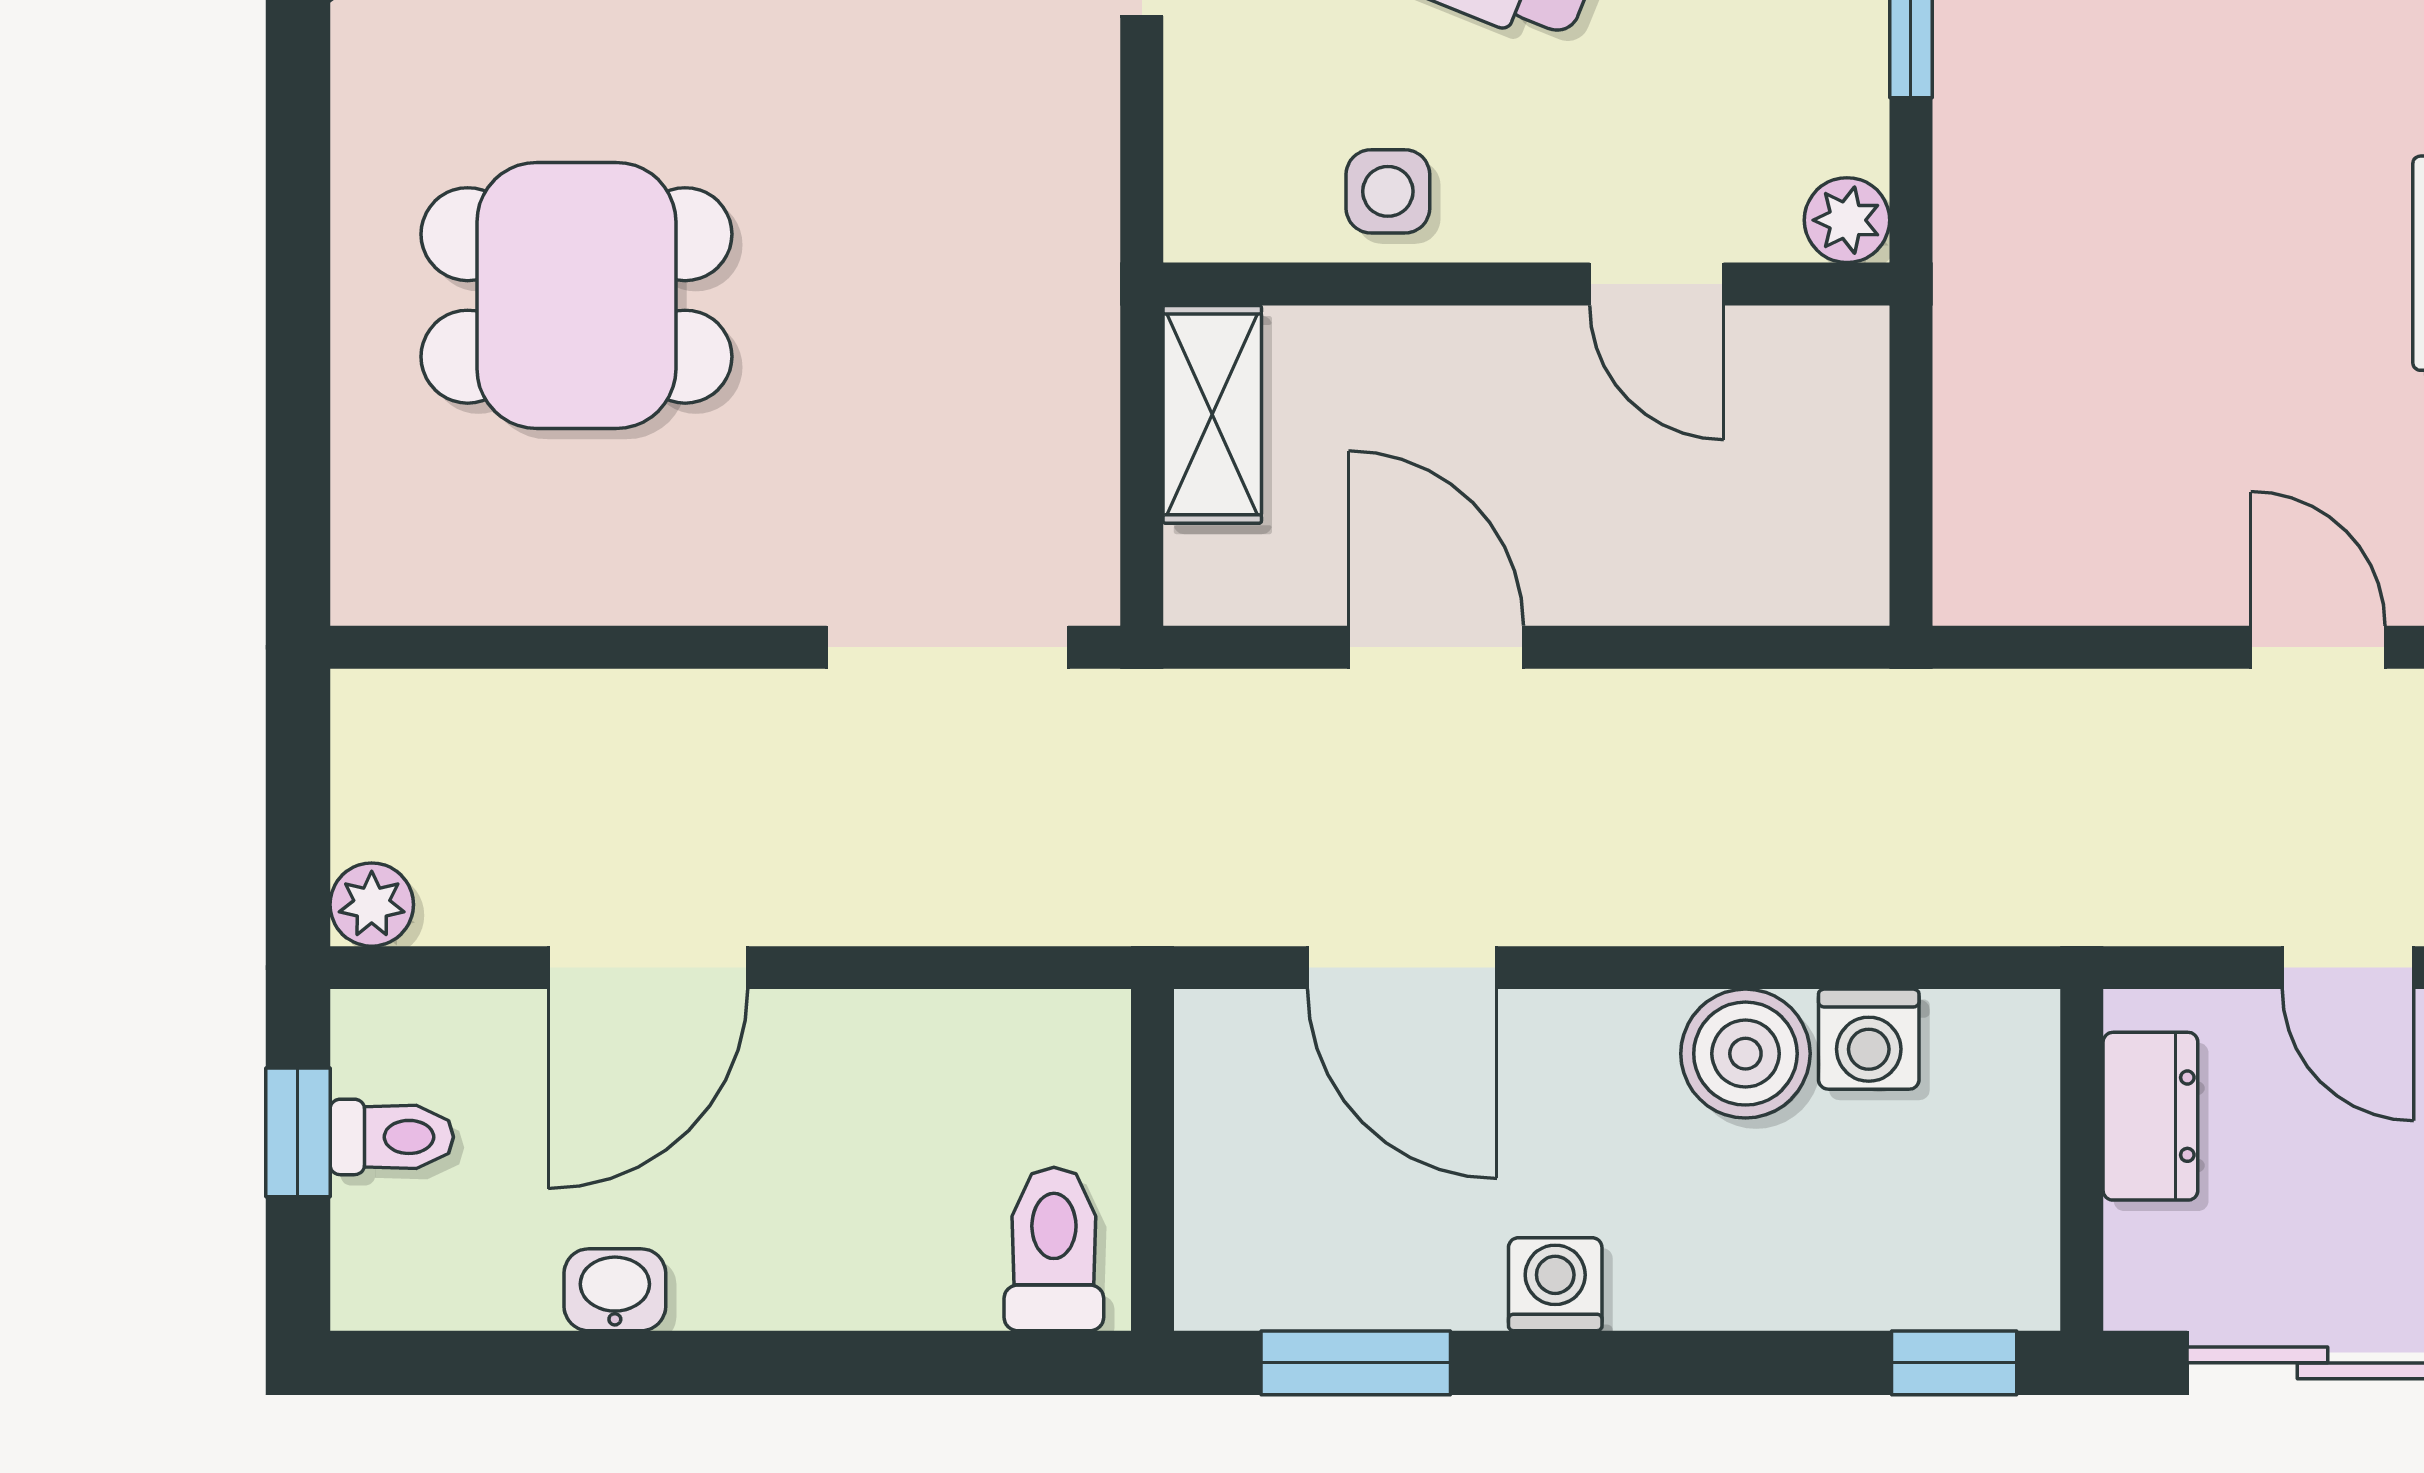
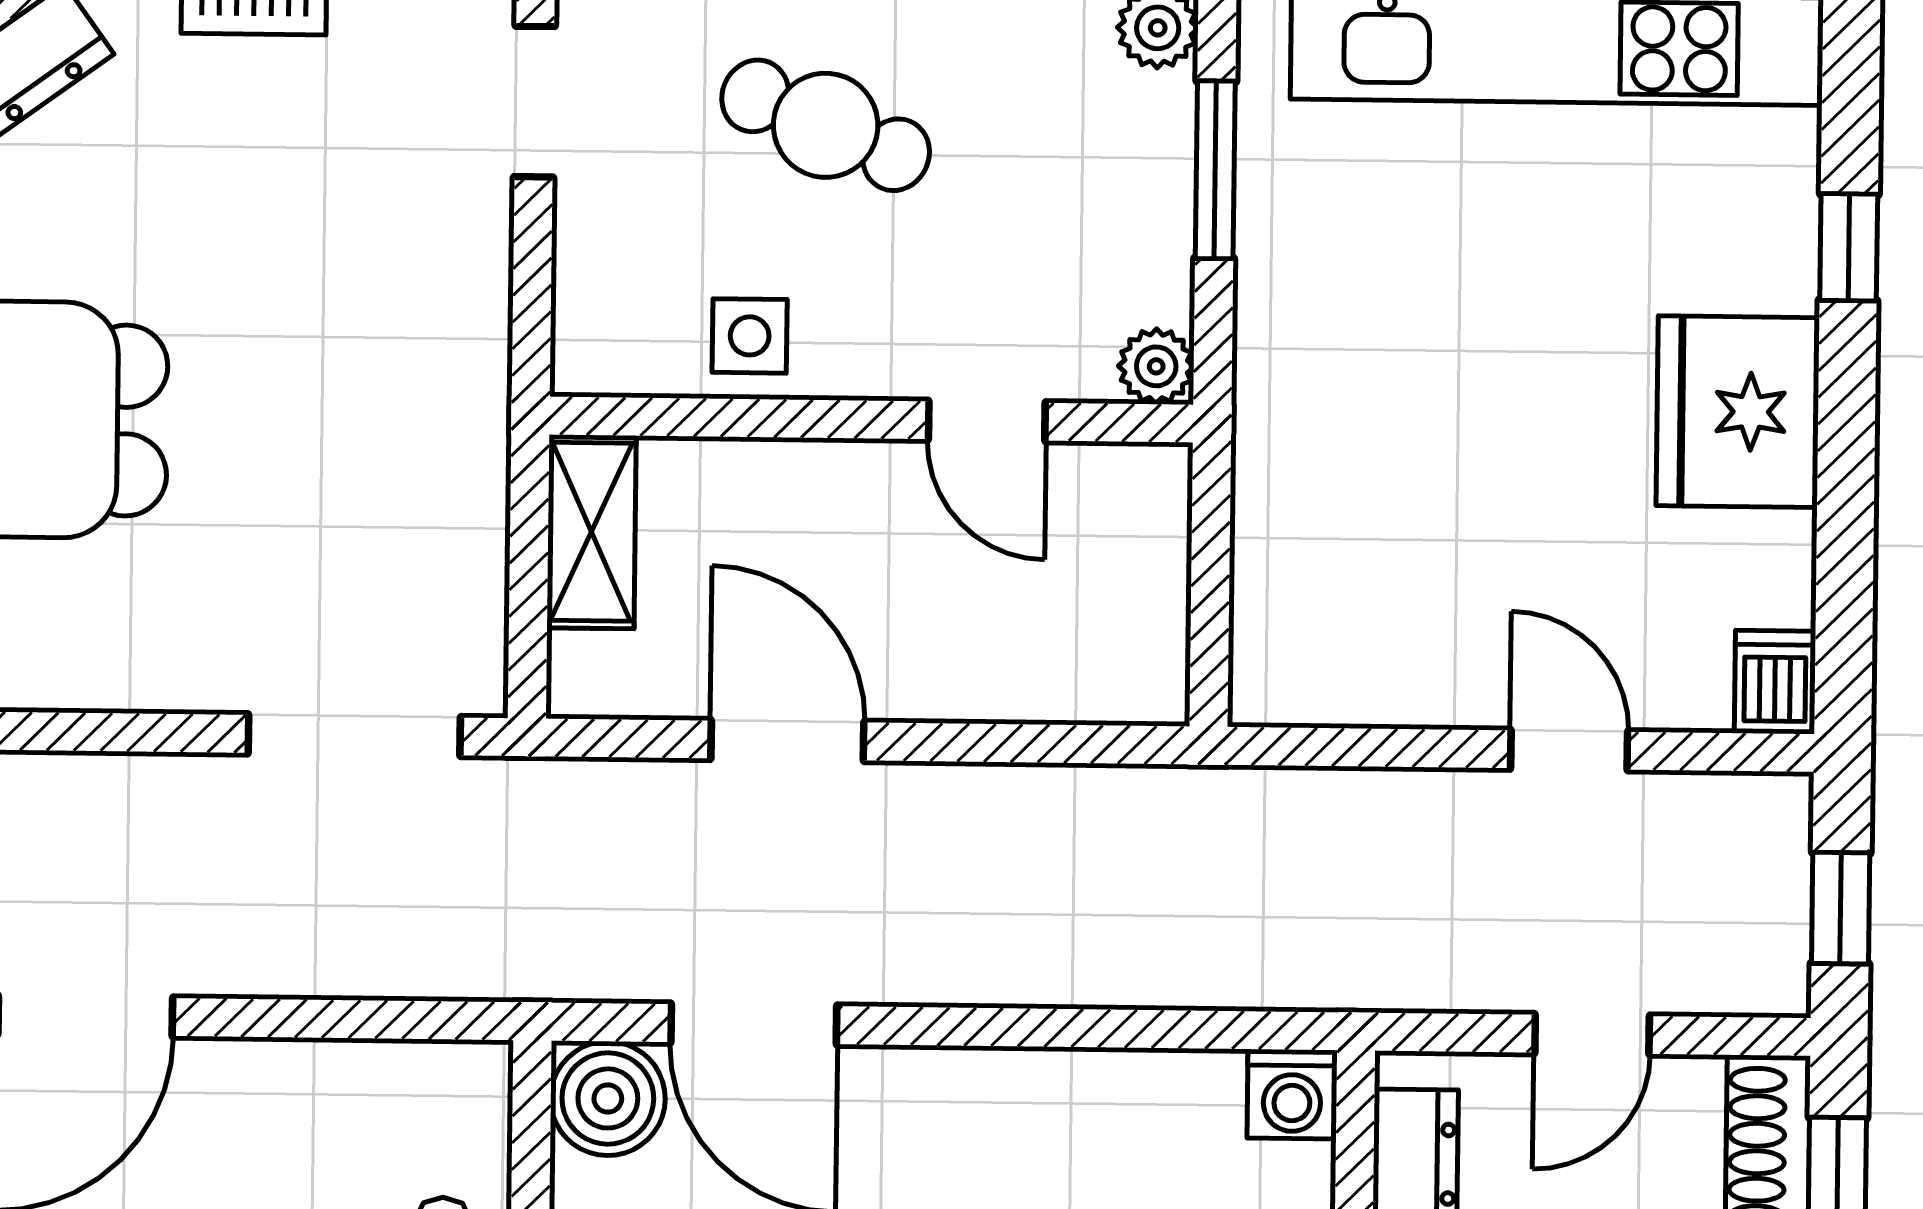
door: (2348, 968) -> (1592, 1034), hinge flipped
washing machine: (1869, 1039) -> (1292, 1094), moved
boiler: (1745, 1054) -> (608, 1098), moved

